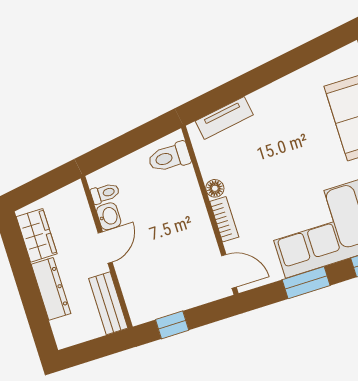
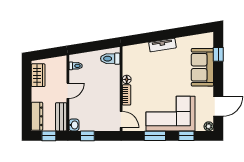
tv unit: (224, 118) -> (162, 45), moved
washbasin: (109, 216) -> (74, 125), moved
dresser: (51, 289) -> (37, 116), moved
window: (96, 349) -> (49, 136), added

